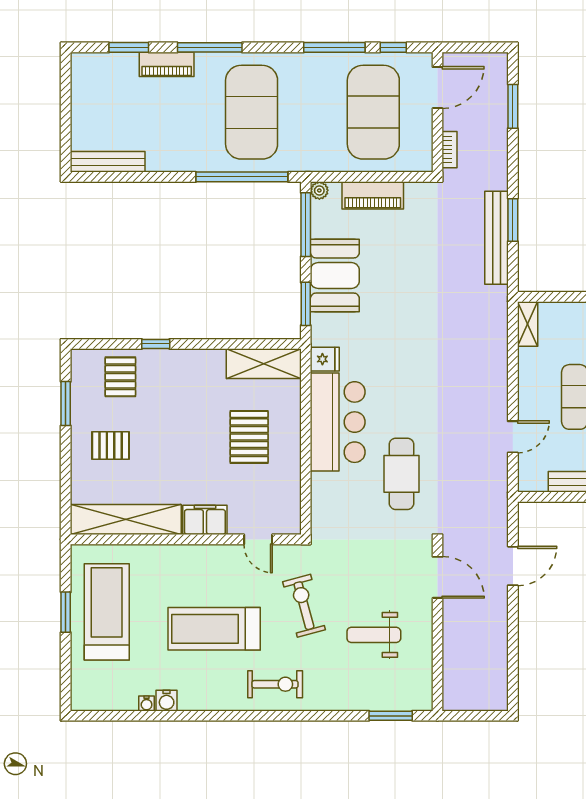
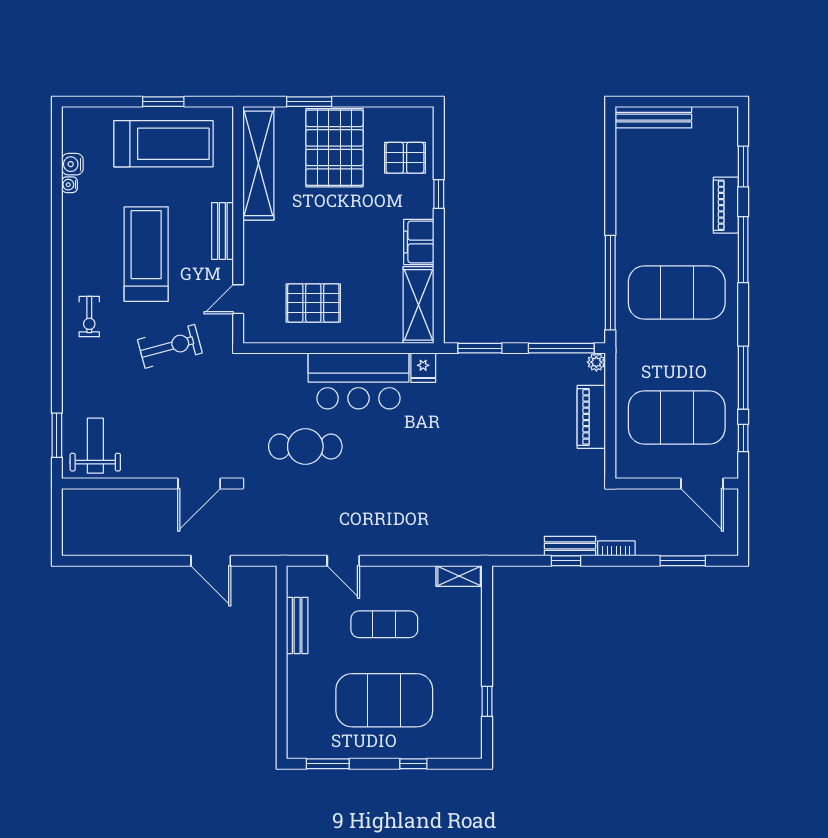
bookcase: (450, 150) -> (616, 548), moved, turned 180
bench: (108, 162) -> (653, 117), moved, turned 90
window: (513, 220) -> (566, 561), width x0.67
bench: (497, 238) -> (570, 546), width x0.54, depth x0.82
booth: (335, 275) -> (509, 378), removed
window: (66, 404) -> (309, 102), moved
pallet: (249, 437) -> (313, 303), moved
pallet: (111, 446) -> (334, 148), width x2.05, depth x2.00
filing cabinet: (205, 520) -> (419, 242), moved, turned 180
bench: (192, 555) -> (222, 231), added
weight bench: (374, 635) -> (95, 446), moved
exercise bike: (275, 684) -> (89, 317), width x0.73, depth x0.72
water cooler: (167, 701) -> (72, 164), moved

